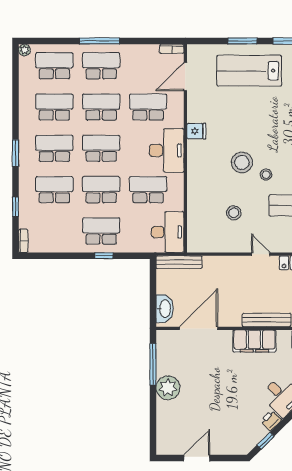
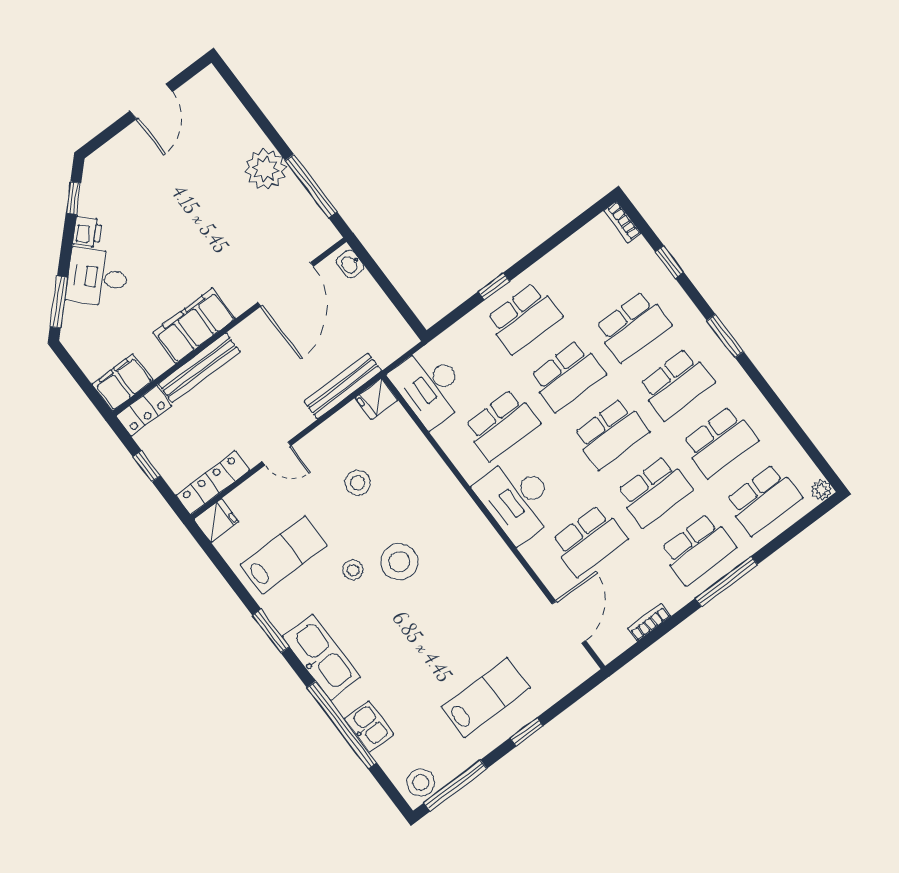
window: (242, 41) -> (527, 732), width x0.67
bookcase: (172, 49) -> (649, 622), moved
lab bench: (249, 71) -> (486, 698), width x0.73, depth x0.72
fridge: (196, 131) -> (376, 399), moved
bench: (179, 262) -> (343, 386), moved
washbasin: (165, 309) -> (350, 264), width x0.52, depth x0.69

